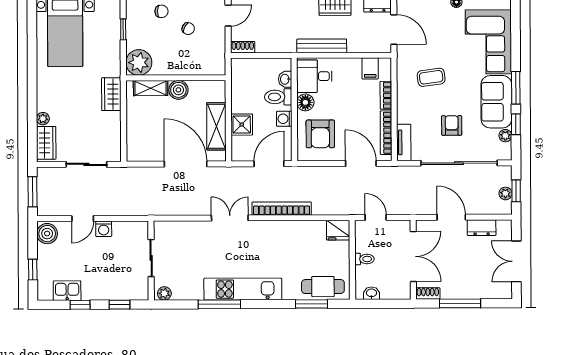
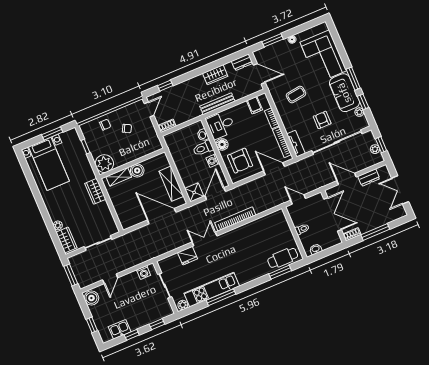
shower: (242, 125) -> (194, 192), moved
washing machine: (104, 229) -> (144, 272), moved
fridge: (338, 230) -> (188, 256), moved
kitchen unit: (243, 289) -> (212, 290), moved

